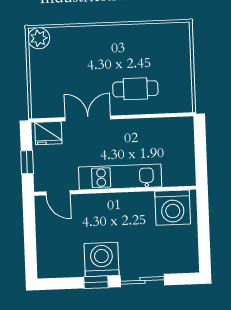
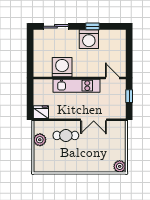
plant: (181, 80) -> (40, 140), added
fridge: (48, 133) -> (41, 112), moved
washing machine: (173, 208) -> (62, 67), moved
sliding door: (142, 280) -> (56, 26), moved

